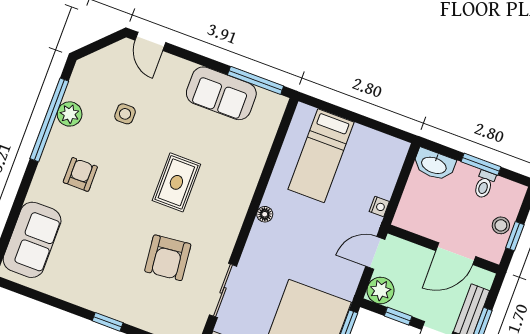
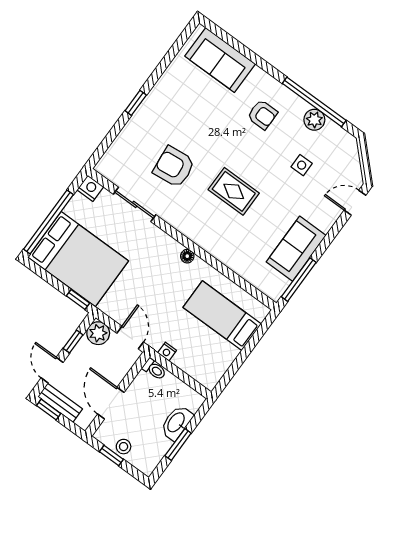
washbasin: (434, 165) -> (176, 423), moved
toilet: (484, 185) -> (154, 369), moved, turned 180

